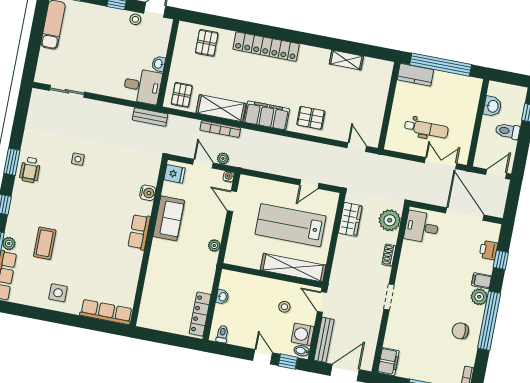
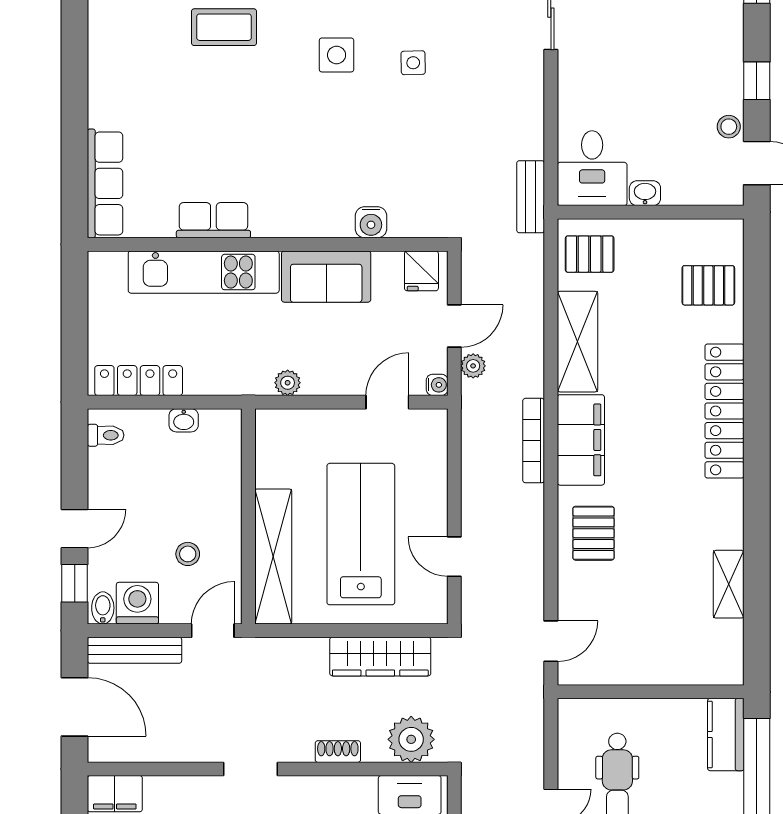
bookcase: (220, 129) -> (534, 441), moved
wardrobe: (350, 219) -> (380, 657), width x1.50
row of seats: (139, 232) -> (213, 220), moved
kitchen unit: (156, 274) -> (204, 272), added
side table: (58, 293) -> (337, 55), moved

